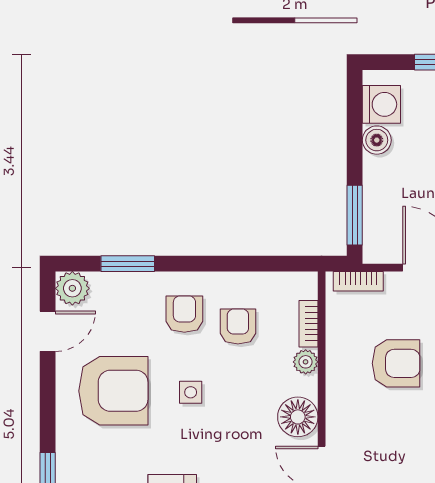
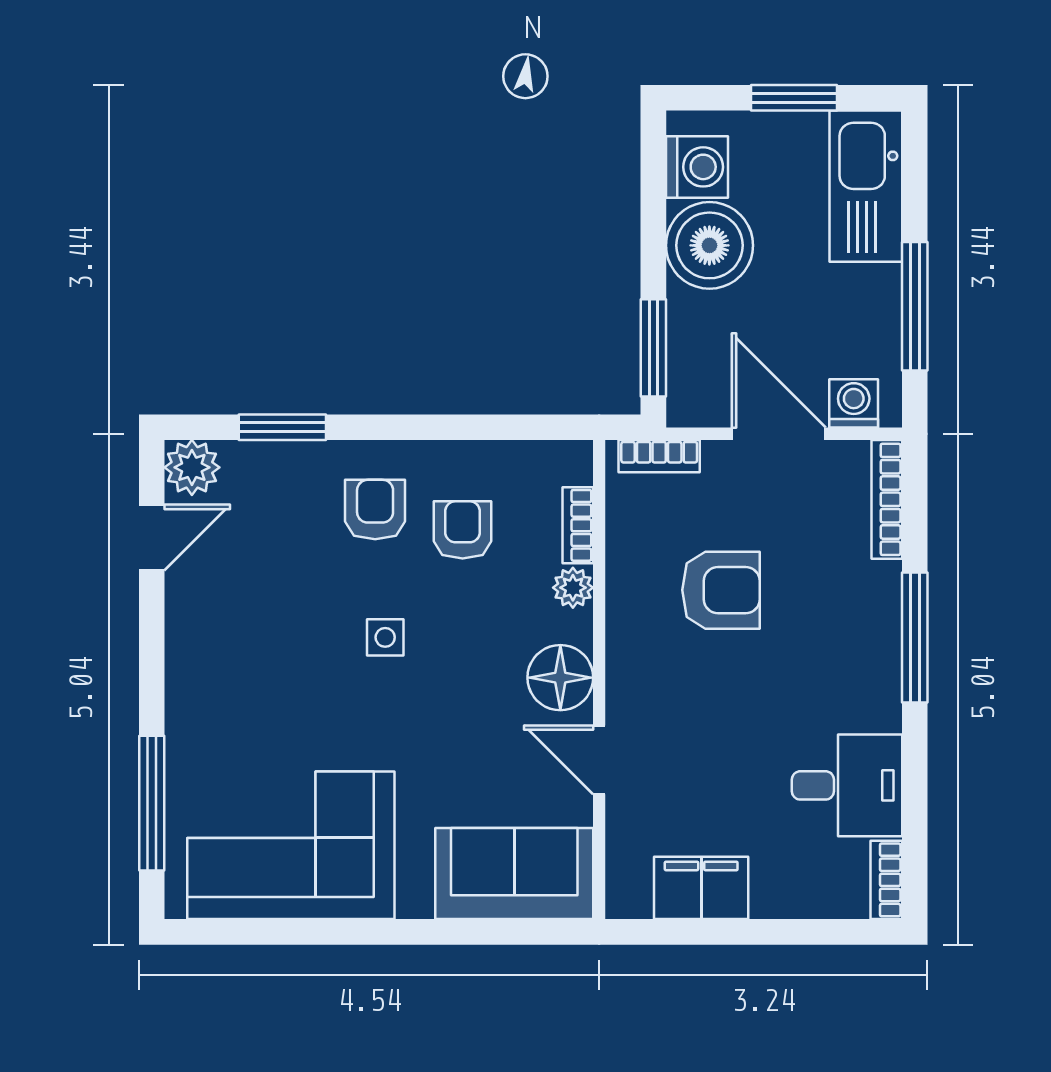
boiler: (377, 140) -> (709, 245), width x1.86, depth x1.86
armchair: (113, 391) -> (259, 635), removed

